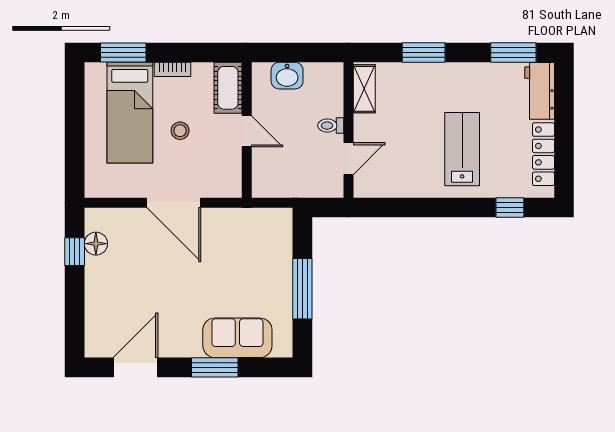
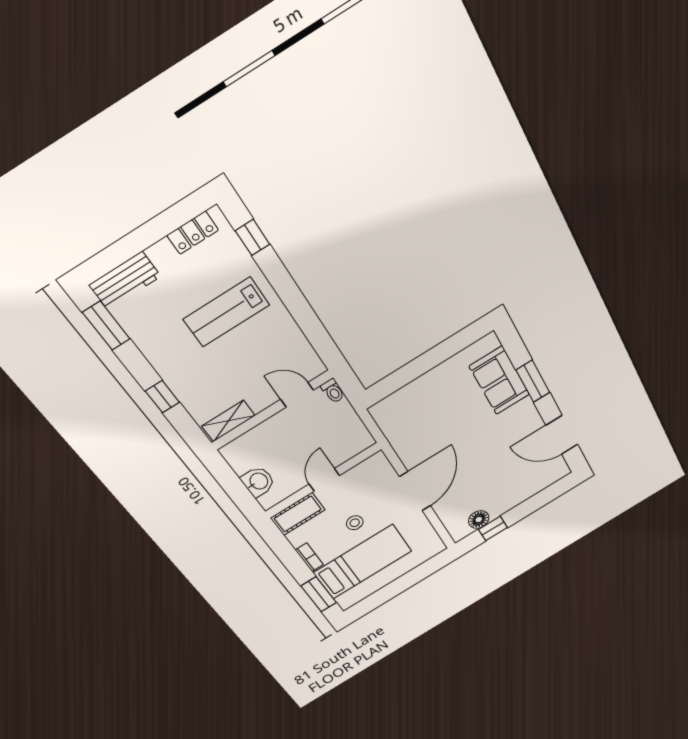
window: (424, 53) -> (162, 397), width x0.67
toilet: (331, 126) -> (333, 391), moved
locker: (543, 154) -> (193, 233), width x0.66
window: (302, 289) -> (431, 359), removed

